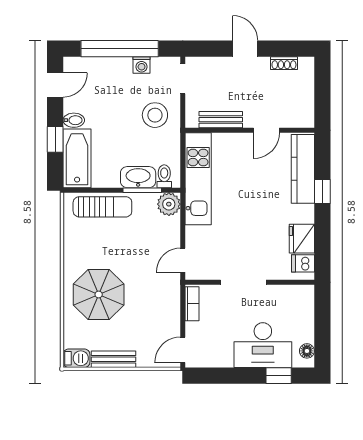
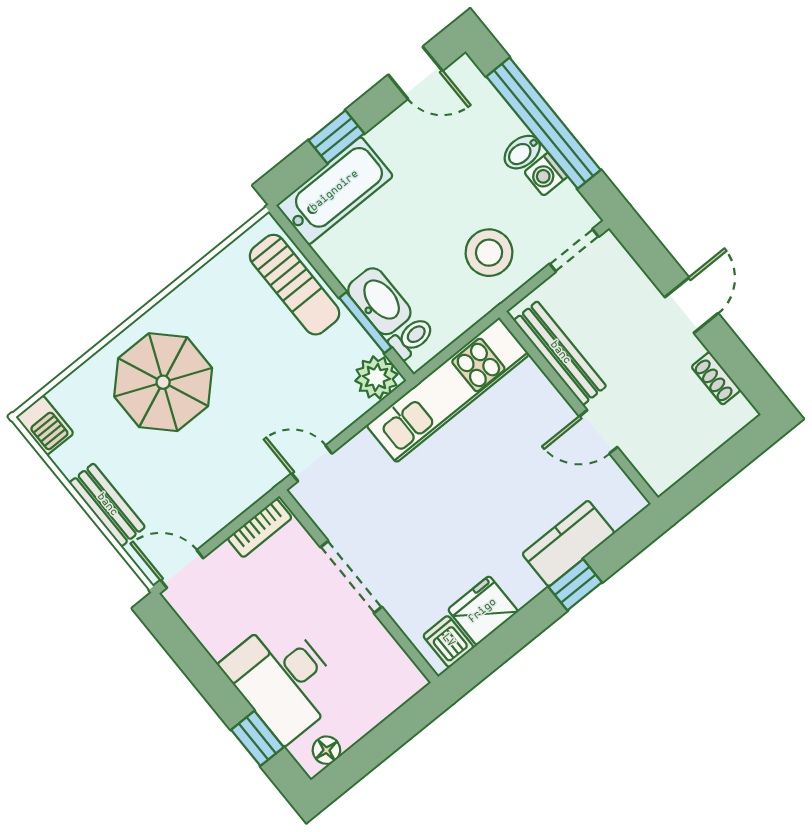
bidet: (74, 120) -> (522, 152), moved, turned 90
bench: (221, 120) -> (560, 353), width x1.36
kitchen counter: (303, 169) -> (568, 543), width x0.67
bench: (114, 359) -> (107, 505), moved

